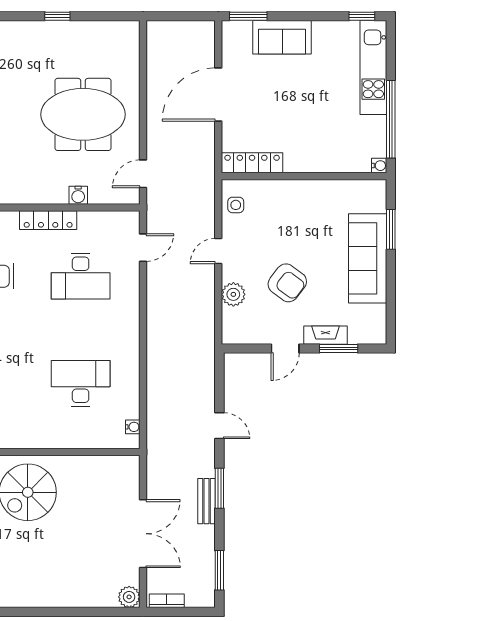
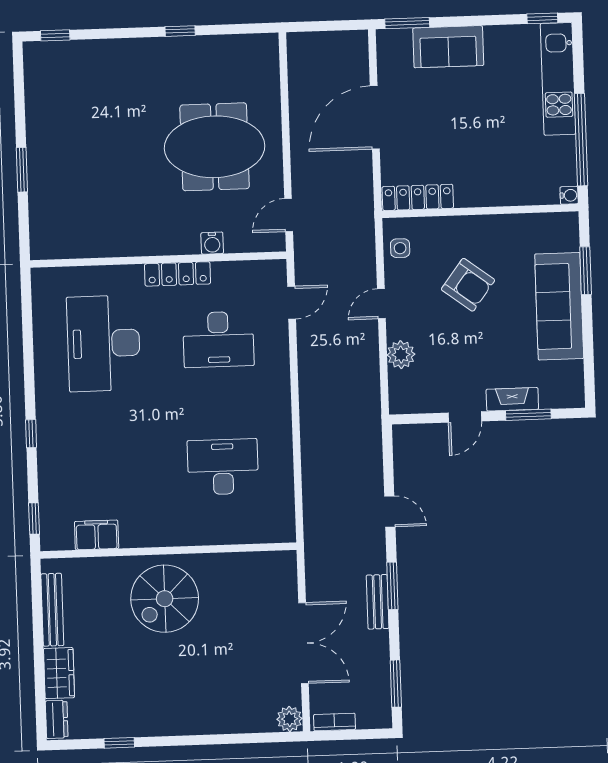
armchair: (287, 283) -> (468, 285), moved
water cooler: (133, 427) -> (287, 516), removed

